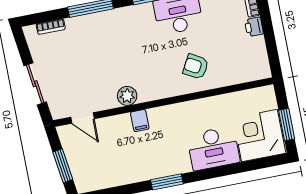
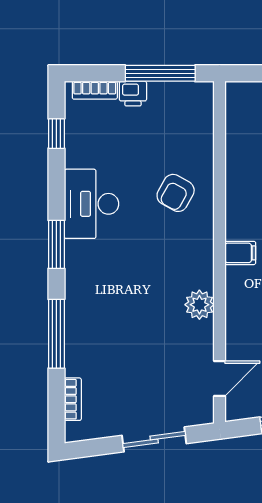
window: (270, 42) -> (160, 73), added
filing cabinet: (140, 121) -> (240, 253), moved

